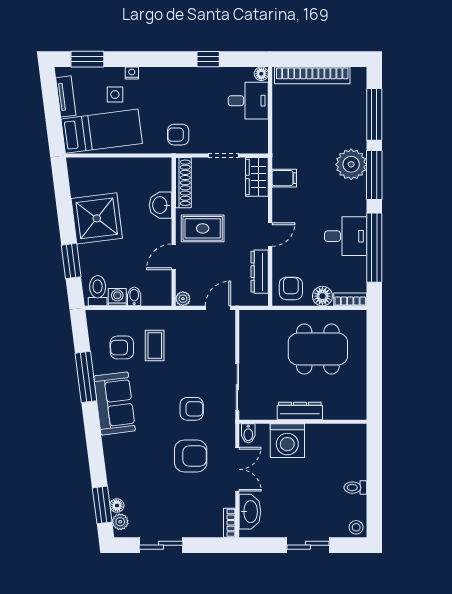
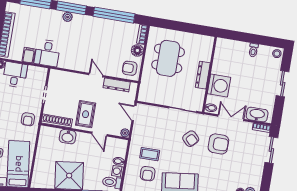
plant: (351, 164) -> (68, 17), width x0.53, depth x0.53
wardrobe: (257, 177) -> (61, 77), removed
filing cabinet: (284, 178) -> (29, 55), moved
desk: (346, 236) -> (47, 53), moved, turned 180
armchair: (192, 409) -> (191, 139), turned 135
armchair: (191, 456) -> (218, 144), turned 90
sliding door: (161, 545) -> (271, 150), moved

